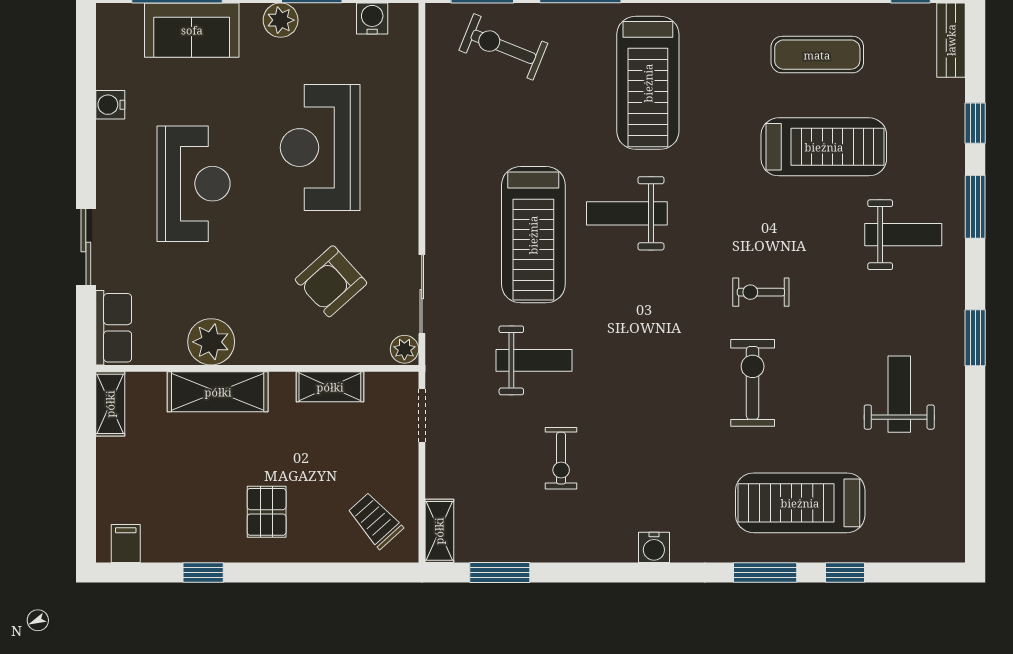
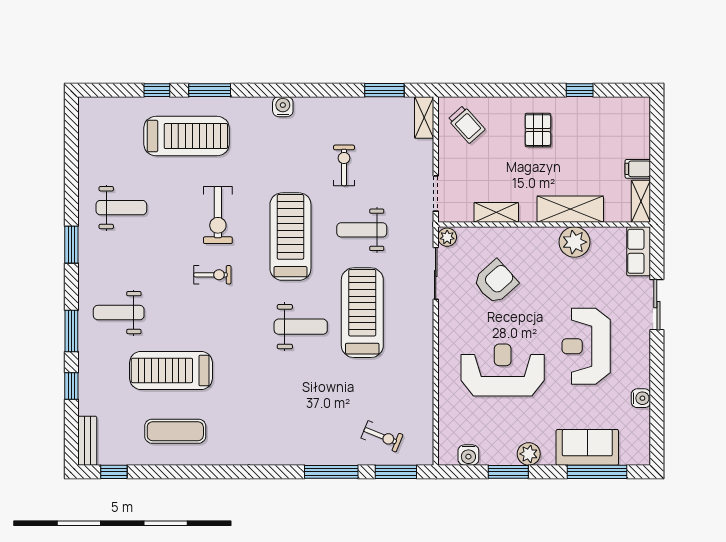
exercise bike: (503, 47) -> (382, 436), width x0.73, depth x0.72
treadmill: (648, 83) -> (290, 237), moved
reception desk: (320, 148) -> (503, 370), turned -90
weight bench: (899, 394) -> (121, 208), turned -90
filing cabinet: (126, 544) -> (638, 169), moved, turned 90

